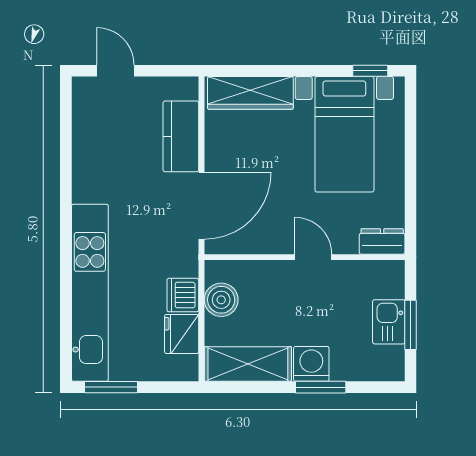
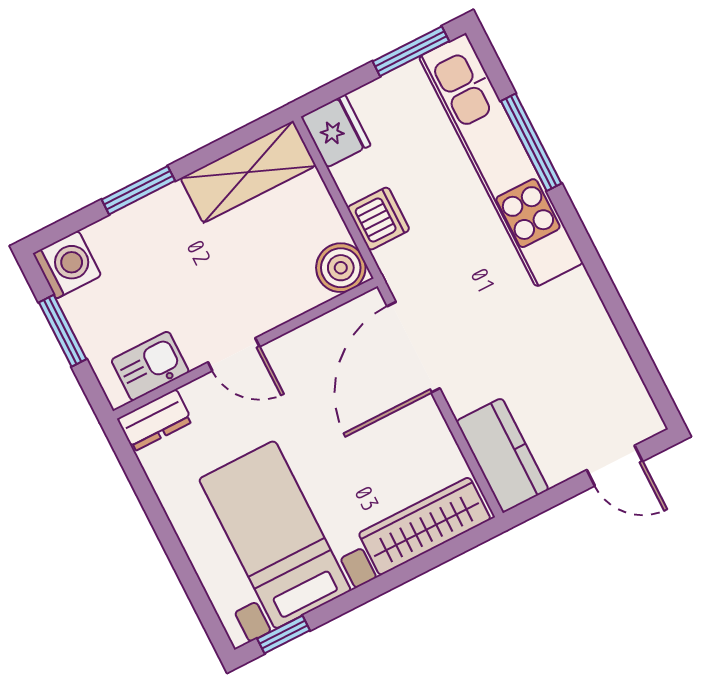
kitchen counter: (181, 136) -> (502, 455), moved
window: (66, 294) -> (531, 142), added
boiler: (221, 300) -> (341, 268), moved
kitchen sink: (389, 322) -> (150, 366), moved, turned -90
fridge: (182, 334) -> (336, 131), moved
washing machine: (311, 364) -> (67, 265), moved, turned -90

